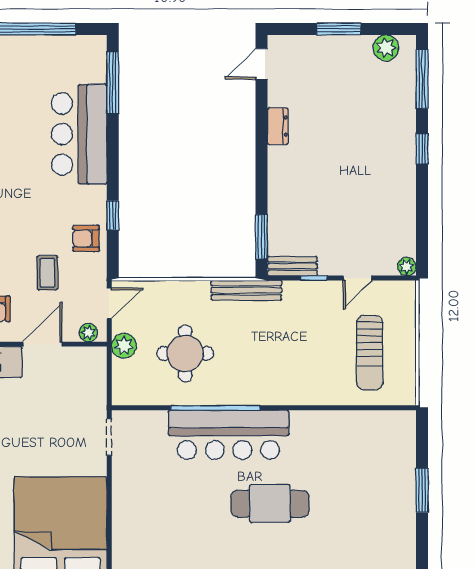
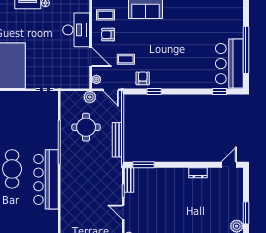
window: (339, 29) -> (246, 213), moved
door: (262, 64) -> (229, 165), hinge flipped
window: (113, 83) -> (219, 92), width x0.46
bar counter: (79, 134) -> (229, 64), moved, turned -90
bench: (246, 290) -> (117, 140), moved
sun lounger: (370, 353) -> (86, 218), removed
bar counter: (229, 435) -> (46, 179), moved

